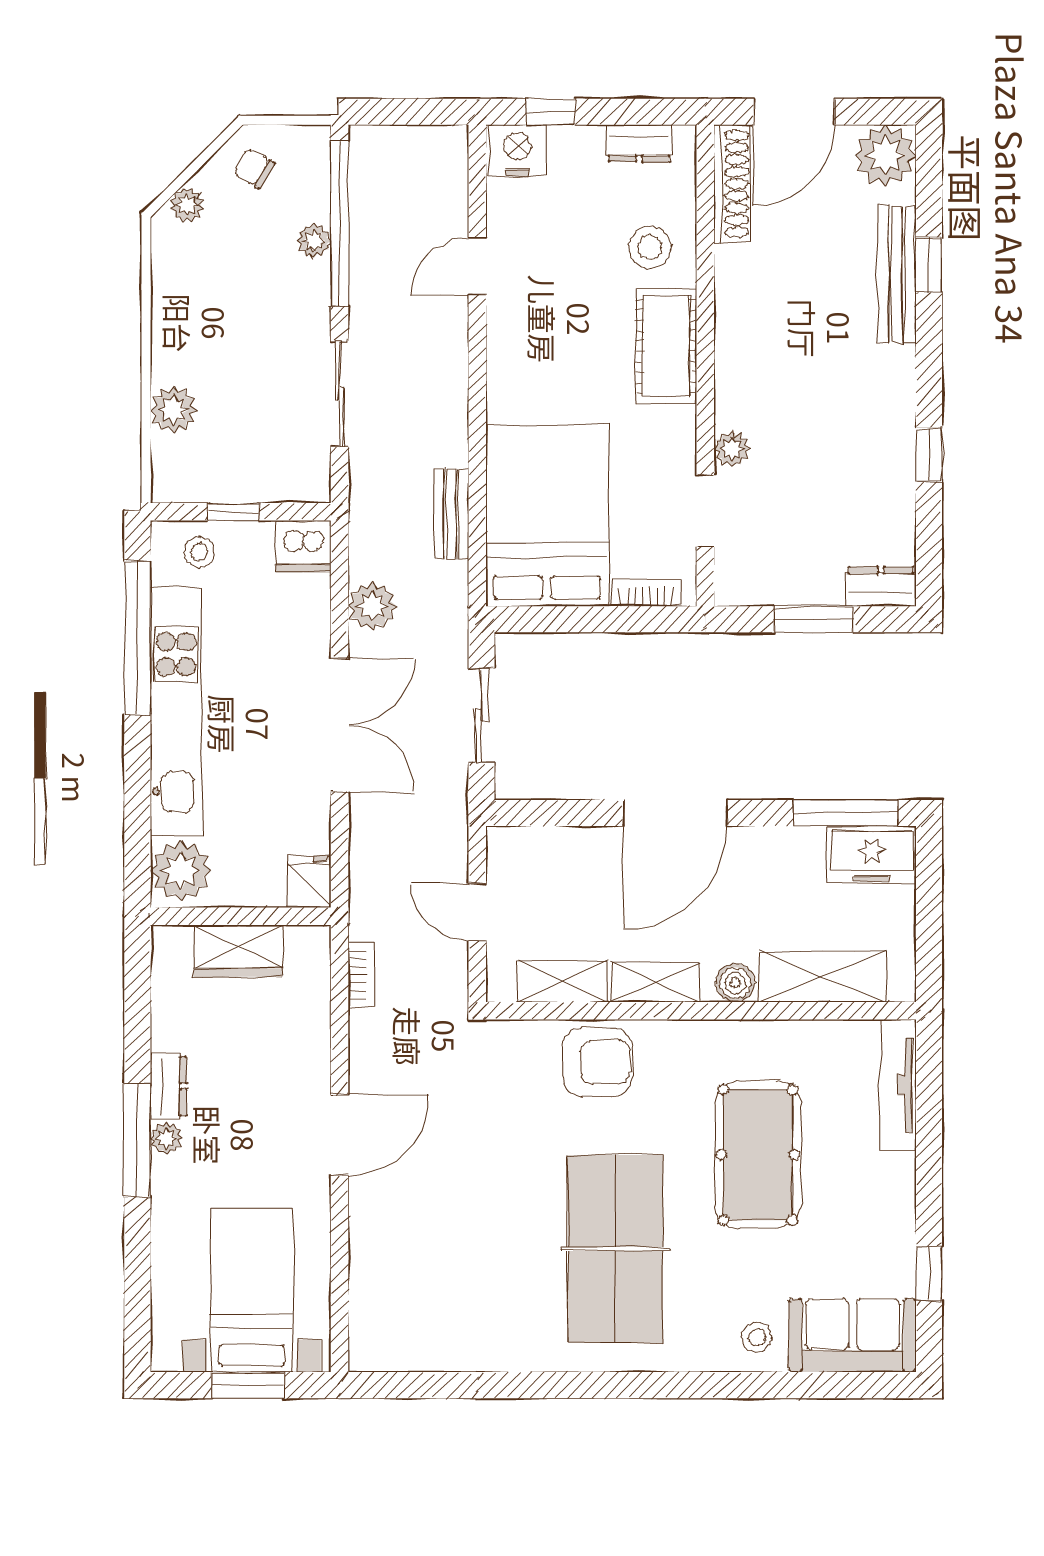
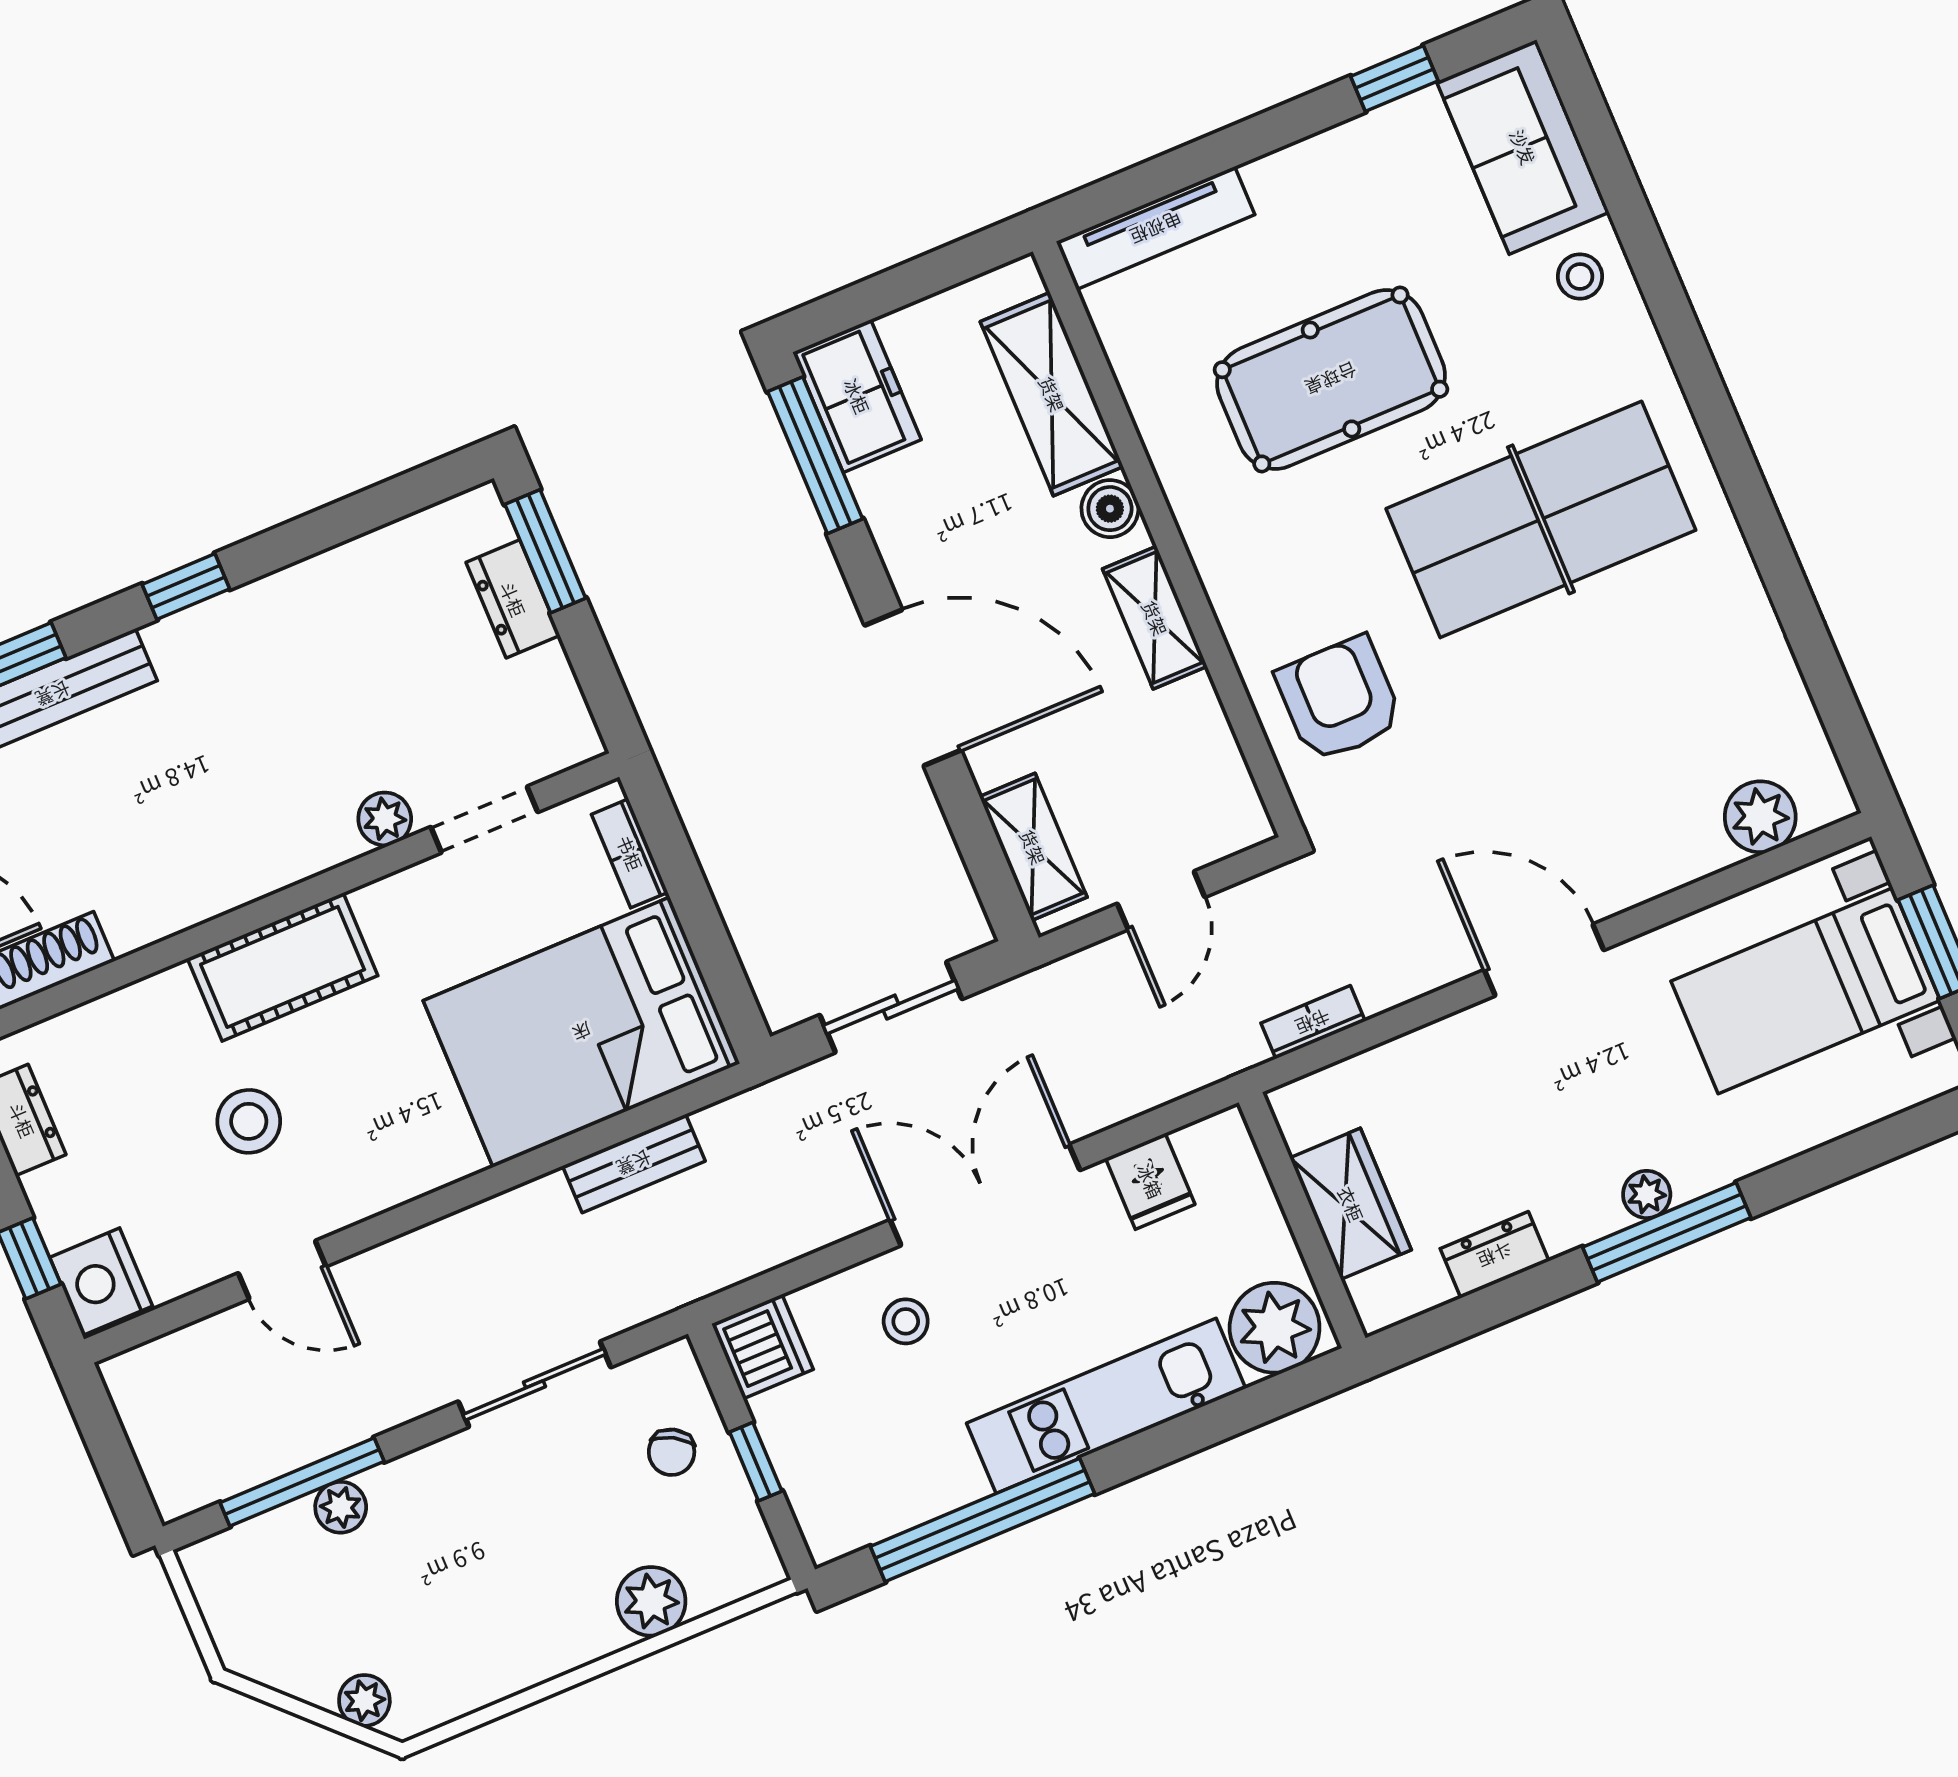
chair: (254, 169) -> (672, 1452), moved
window: (340, 223) -> (302, 1482), width x0.68
stool: (650, 248) -> (249, 1121), moved
window: (929, 454) -> (186, 587), moved
stool: (199, 552) -> (906, 1321), moved
dresser: (881, 587) -> (513, 599), moved
plant: (372, 606) -> (1760, 817), moved
window: (814, 619) -> (545, 551), moved
kitchen unit: (176, 712) -> (1106, 1406), width x0.73
fridge: (309, 881) -> (1150, 1181), moved, turned -90
shelving: (562, 982) -> (1033, 847), moved
armchair: (597, 1062) -> (1339, 699), moved
dresser: (169, 1086) -> (1495, 1255), moved

